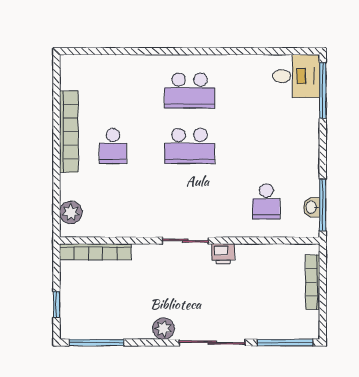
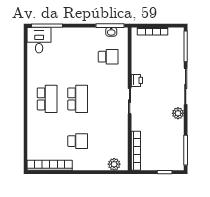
bookcase: (69, 132) -> (50, 165), moved

